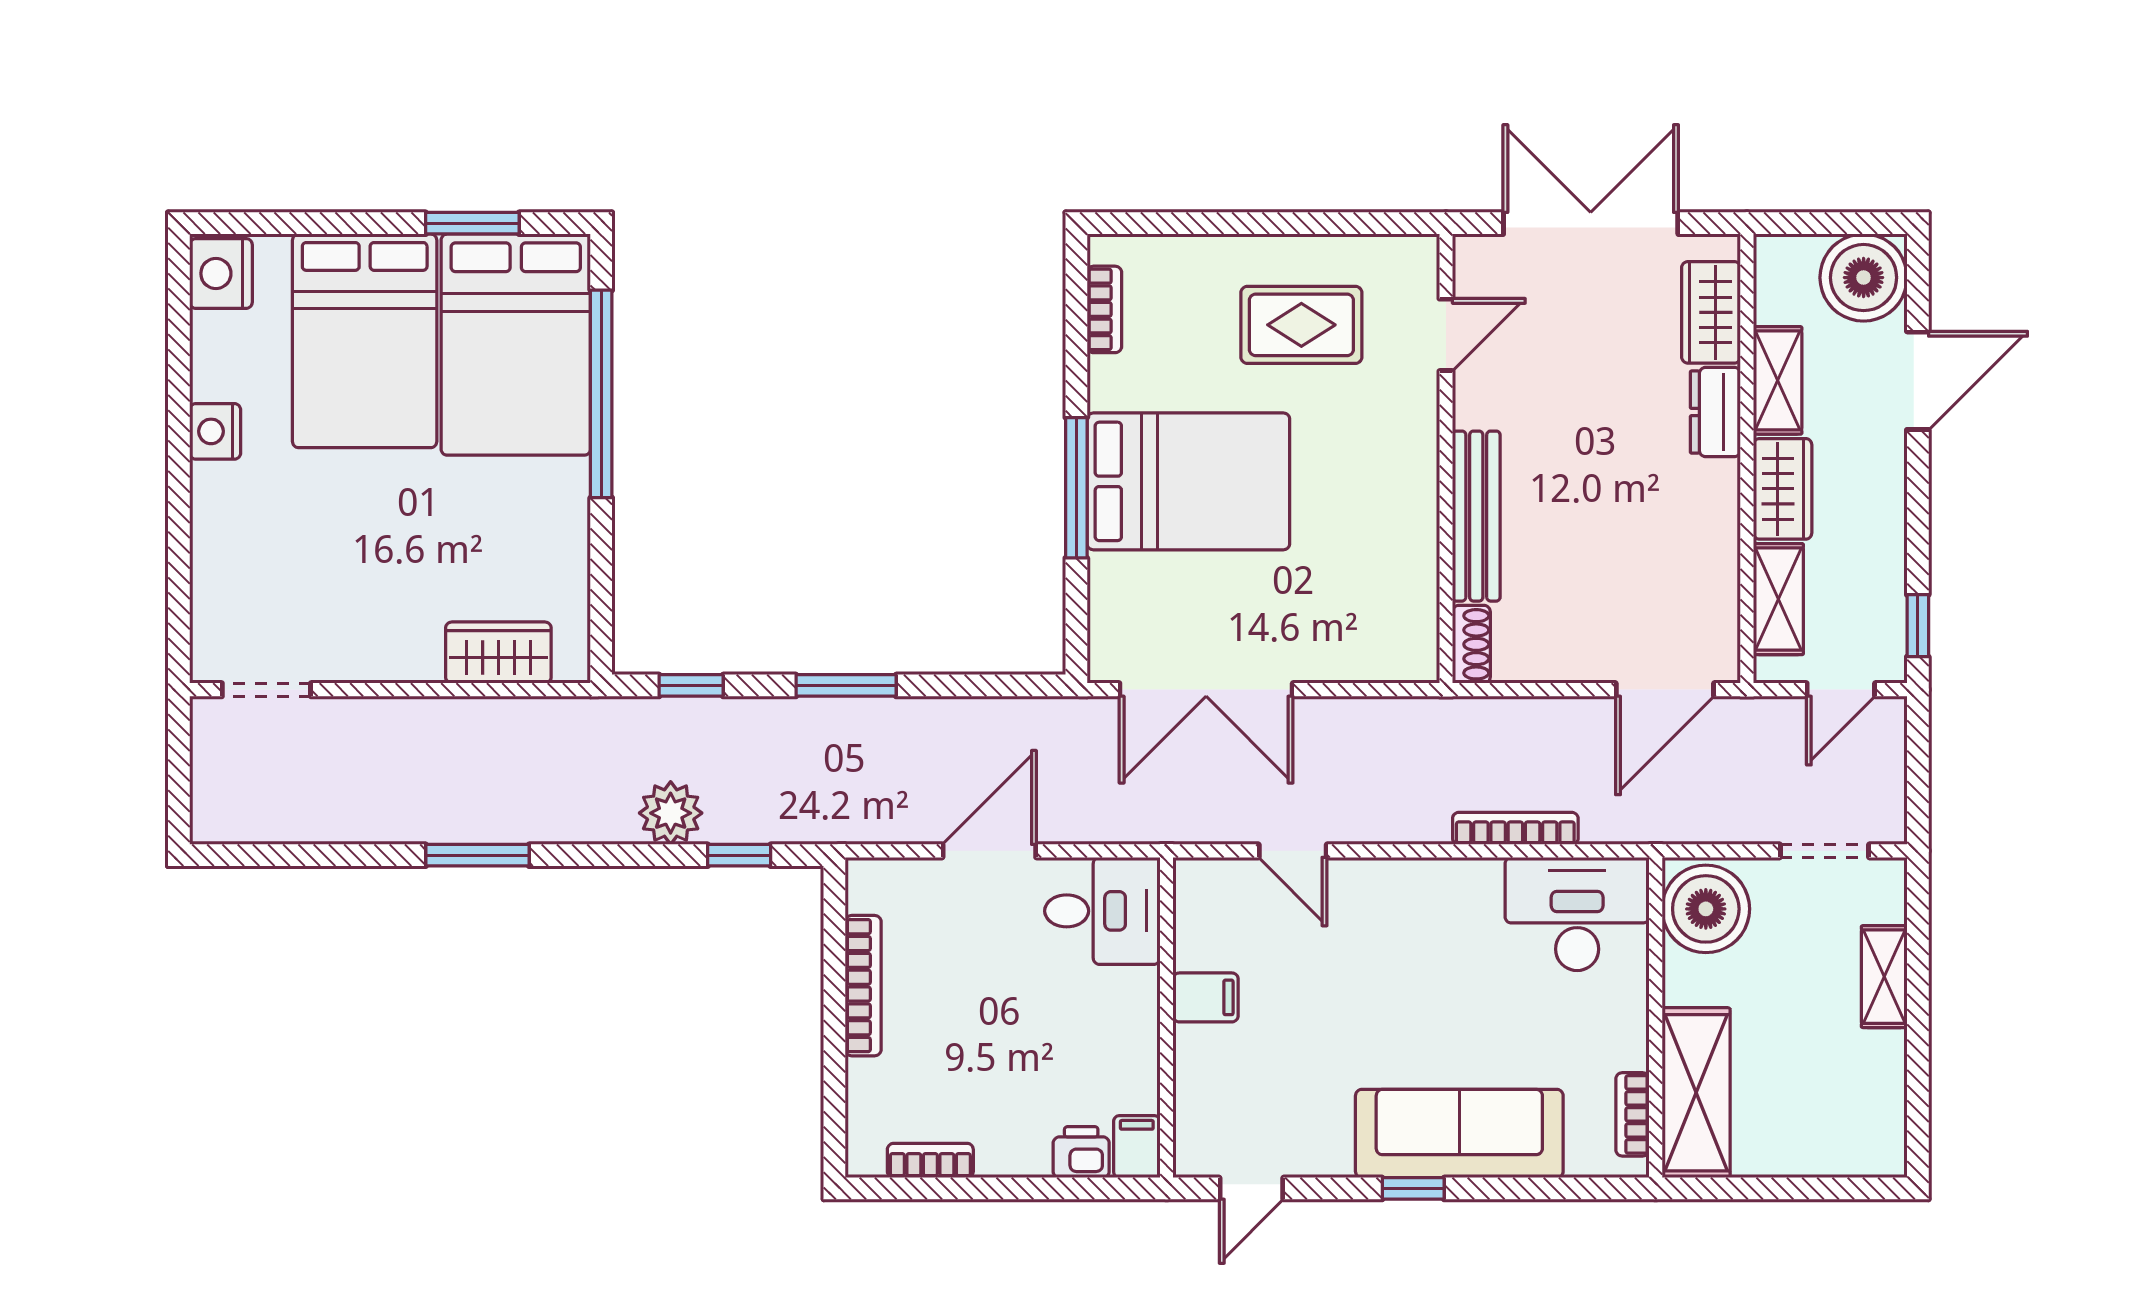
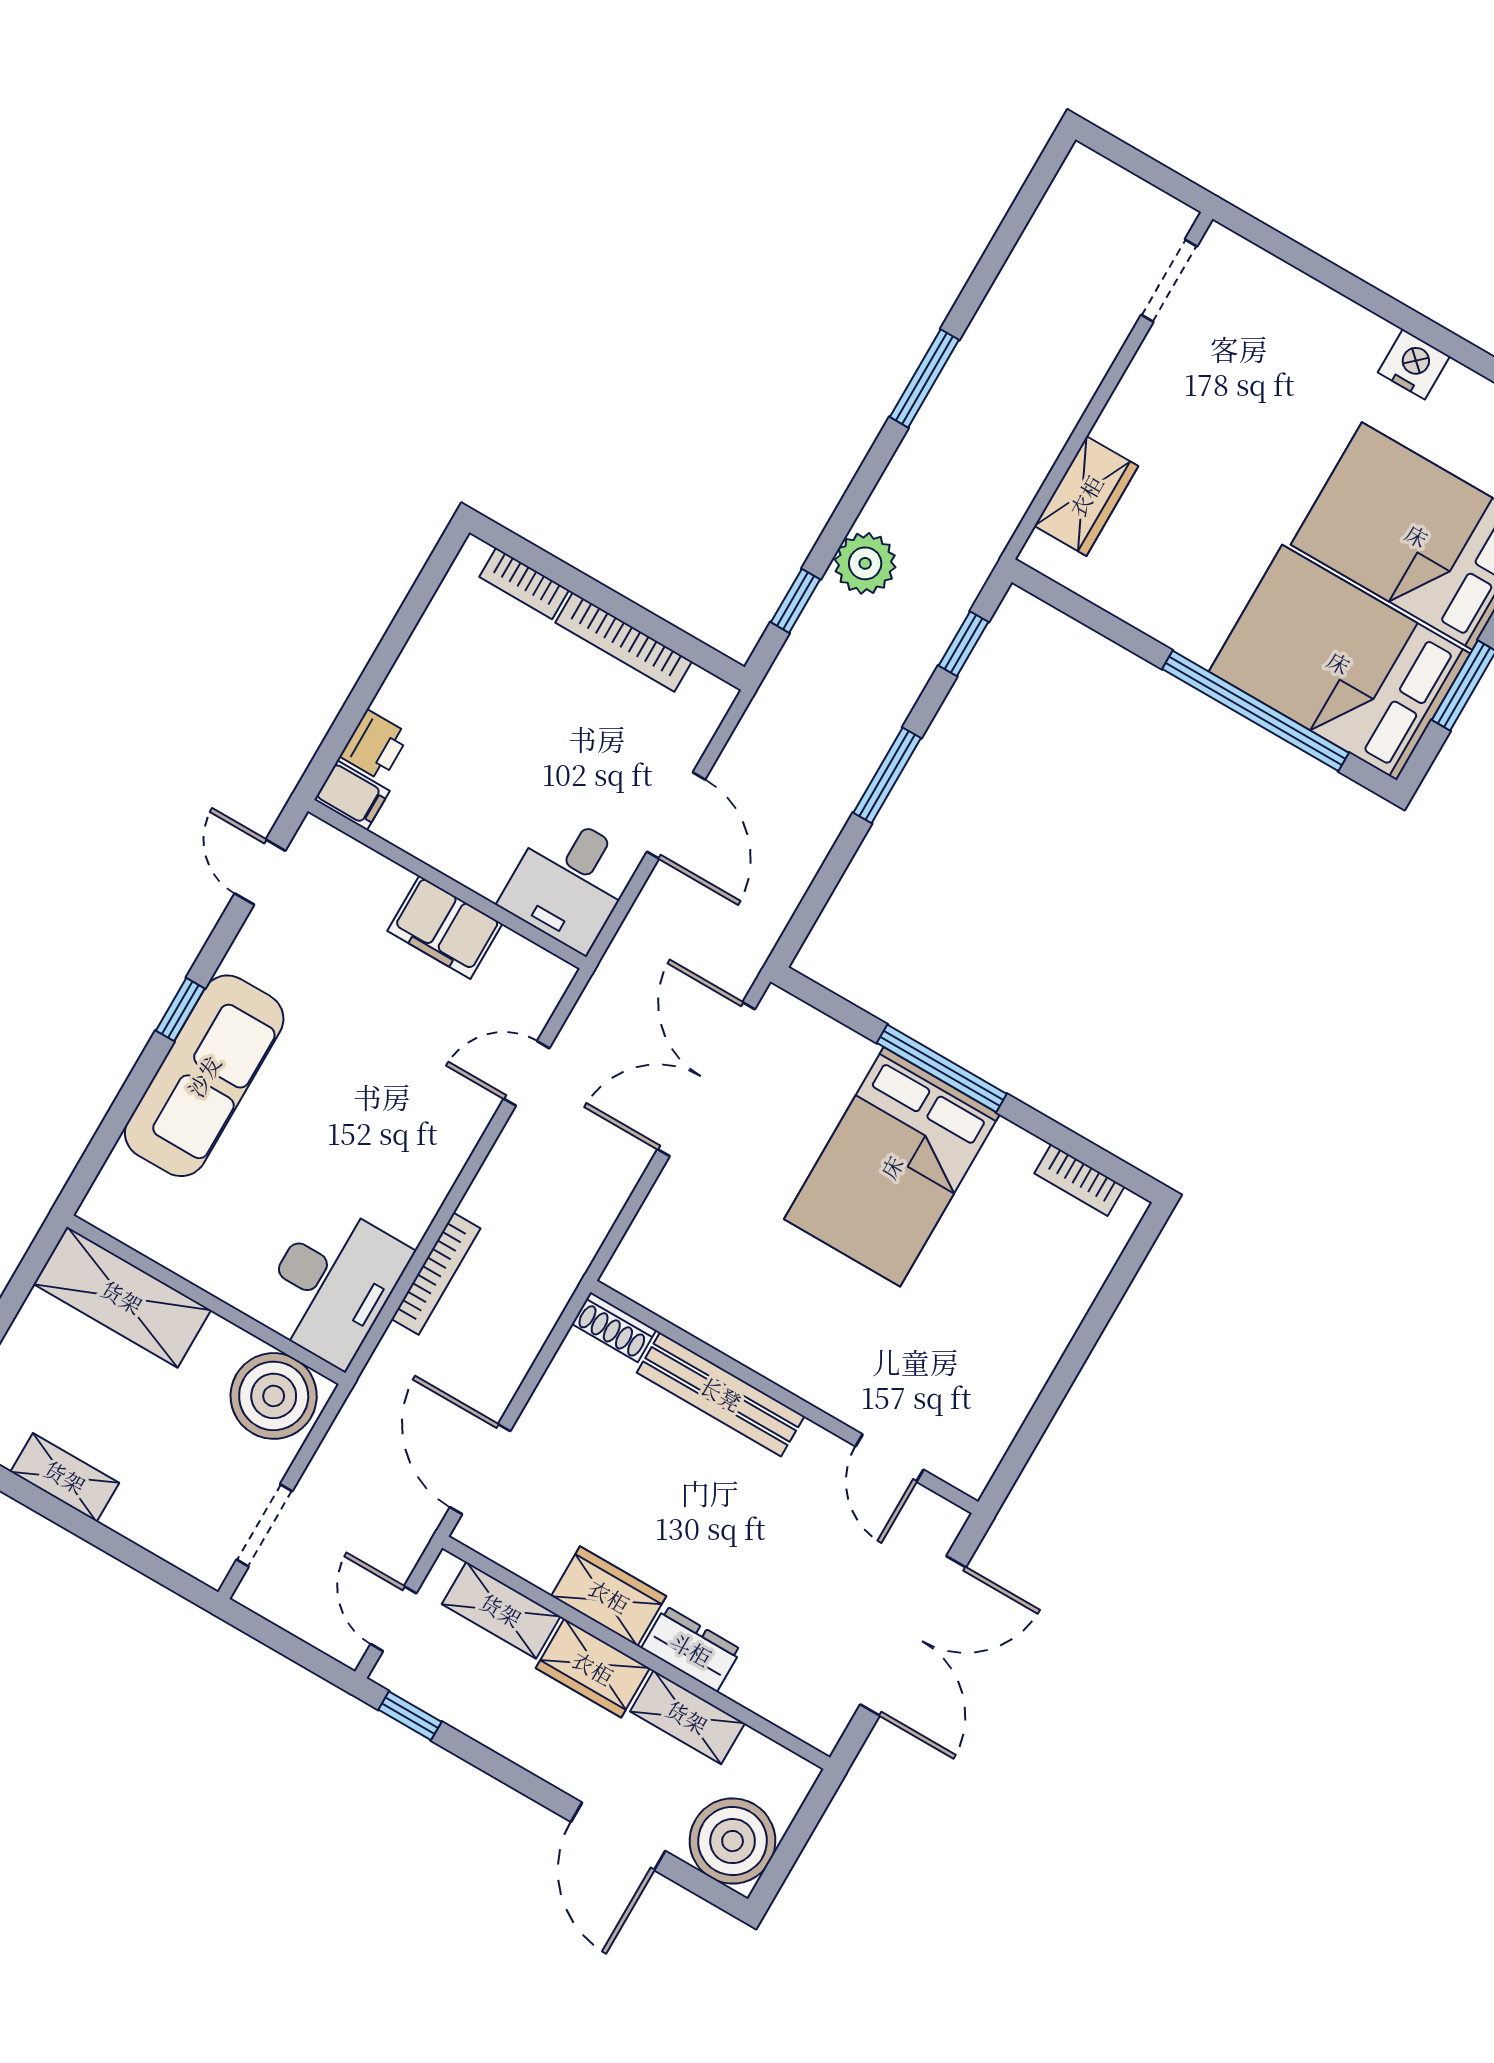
wardrobe: (1711, 312) -> (609, 1596), moved
rug: (1301, 325) -> (969, 1340), removed
shelving: (1884, 977) -> (65, 1477), moved
filing cabinet: (1206, 997) -> (445, 927), width x2.00
bookcase: (1632, 1114) -> (135, 1232), removed
bookcase: (930, 1160) -> (524, 583), moved, turned 90

